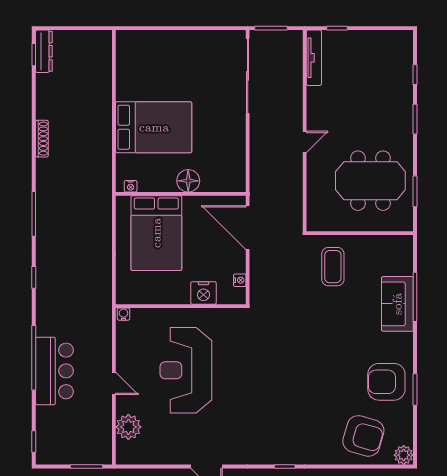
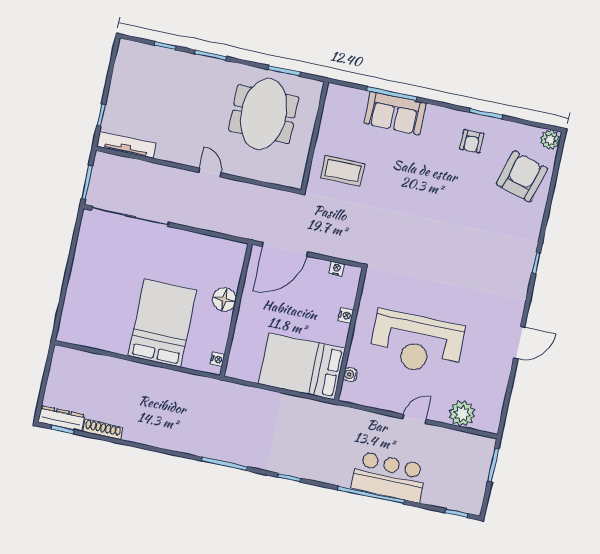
shoe rack: (42, 139) -> (103, 429), moved
bed: (156, 233) -> (302, 366), moved, turned 180
nightstand: (204, 293) -> (346, 315), width x0.53, depth x0.56
water cooler: (123, 314) -> (350, 375), moved
armchair: (386, 382) -> (472, 141), width x0.53, depth x0.53

